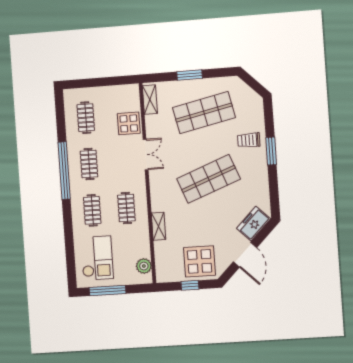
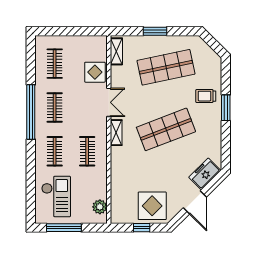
shelving: (159, 226) -> (116, 133), moved

